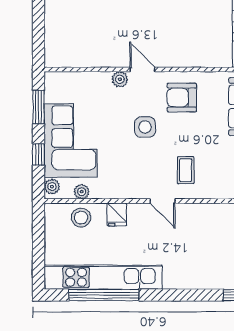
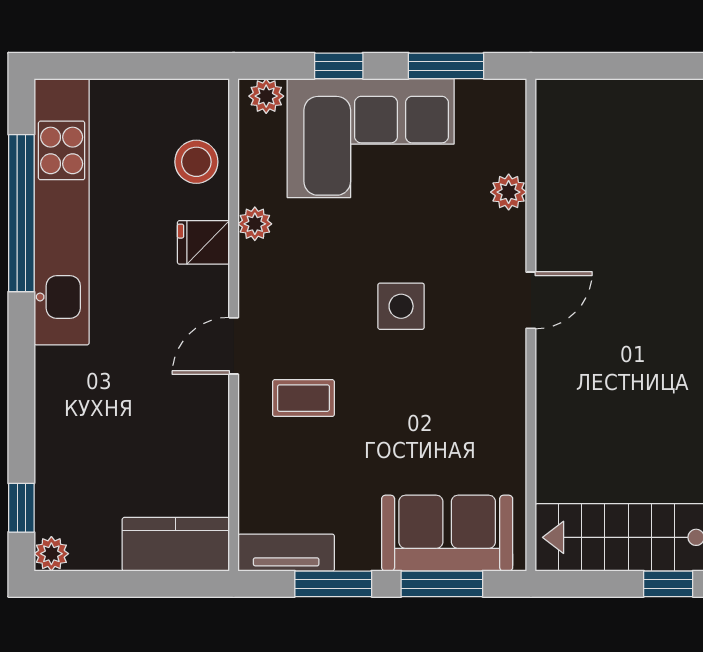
plant: (120, 79) -> (509, 192), moved
armchair: (182, 98) -> (467, 389), removed
plant: (82, 192) -> (255, 224), moved

